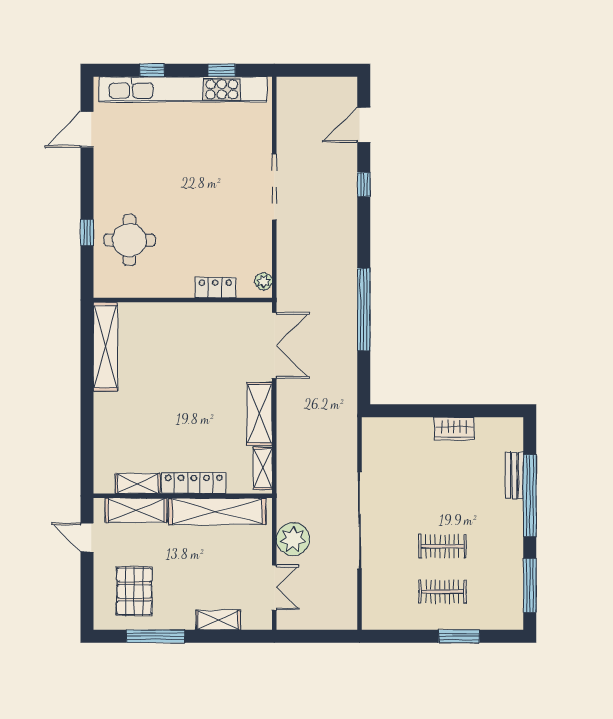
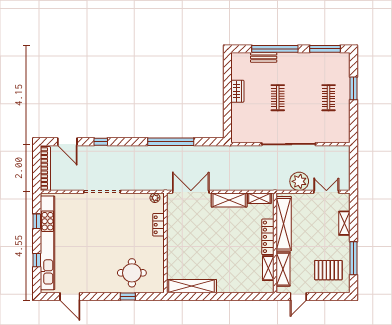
bookcase: (316, 86) -> (45, 169), added
clothes rail: (442, 546) -> (278, 98), moved

